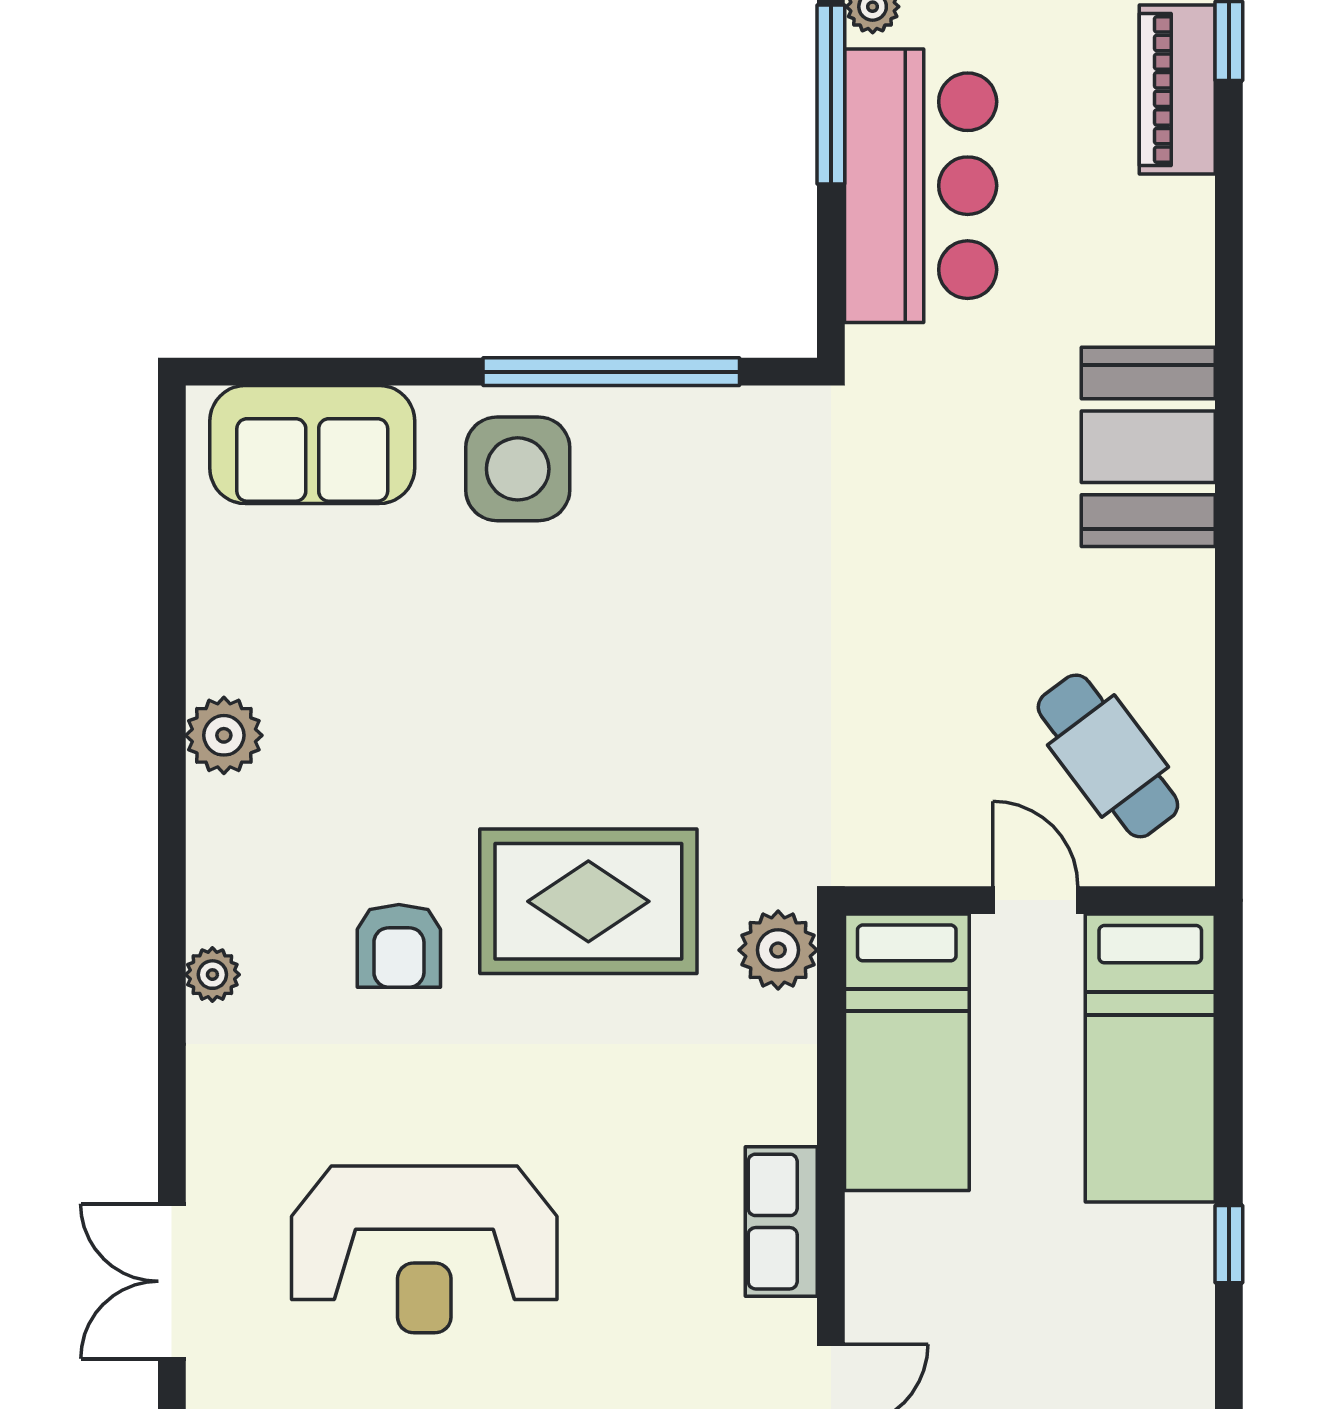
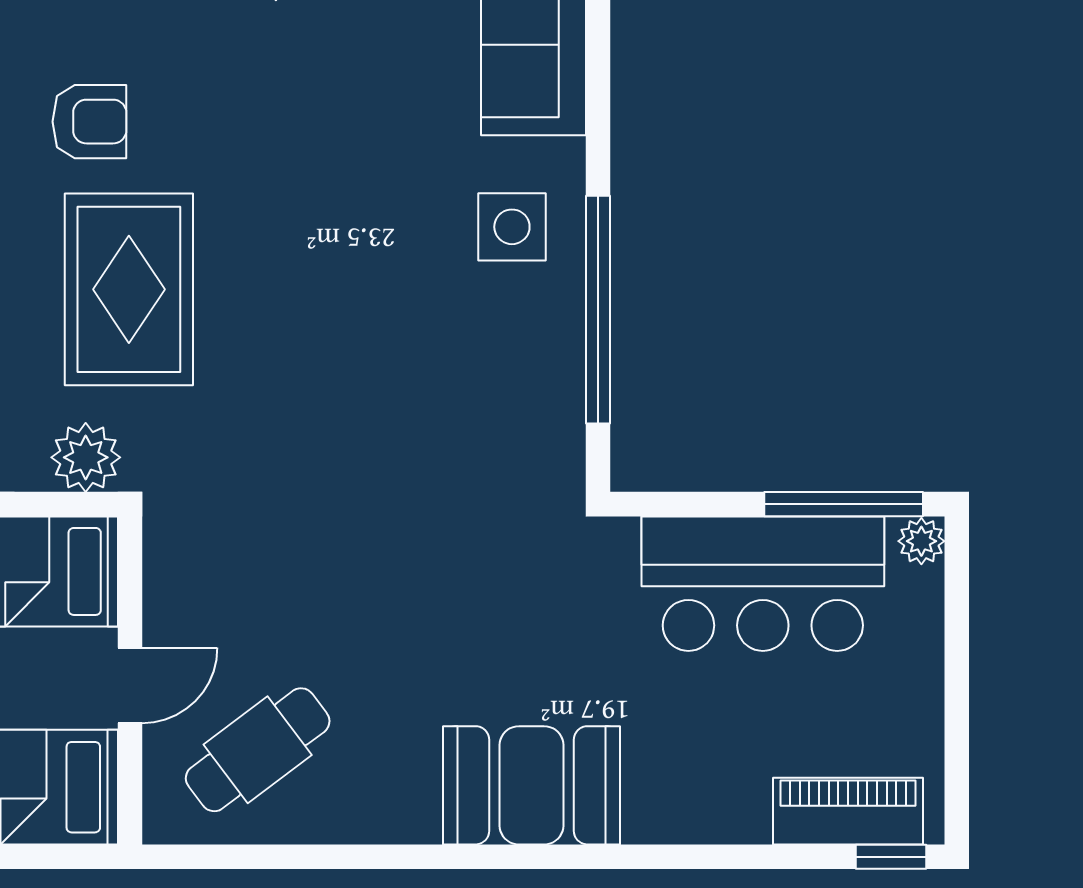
side table: (518, 469) -> (512, 227), width x0.73, depth x0.73
armchair: (399, 946) -> (89, 122), turned 180

